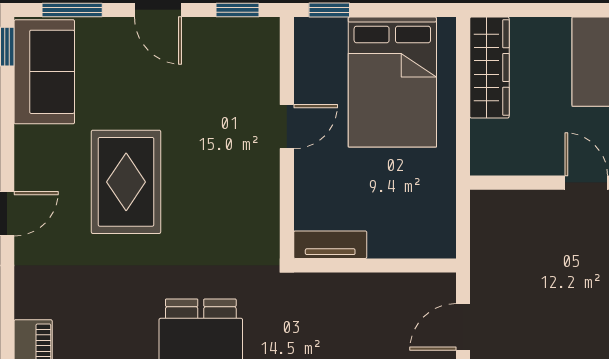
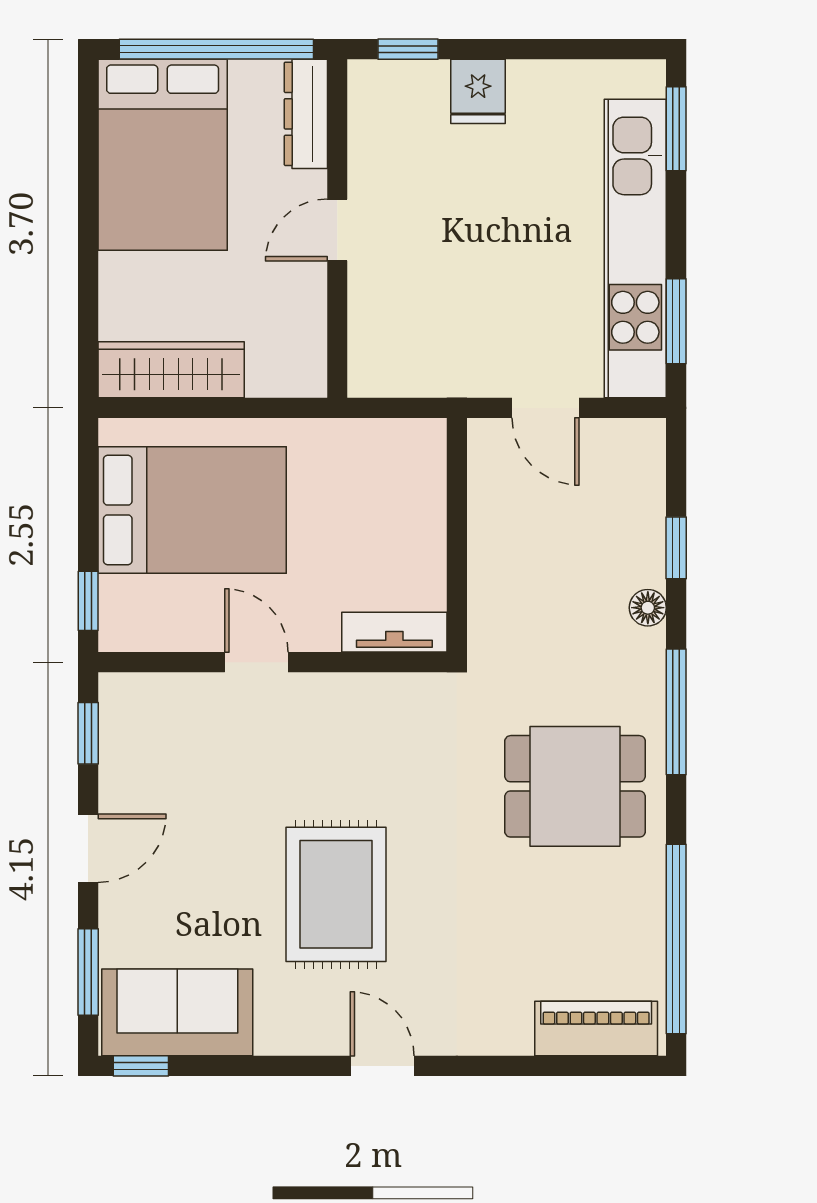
rug: (126, 182) -> (336, 894), turned 90
tv unit: (330, 245) -> (394, 632), moved, turned 90

